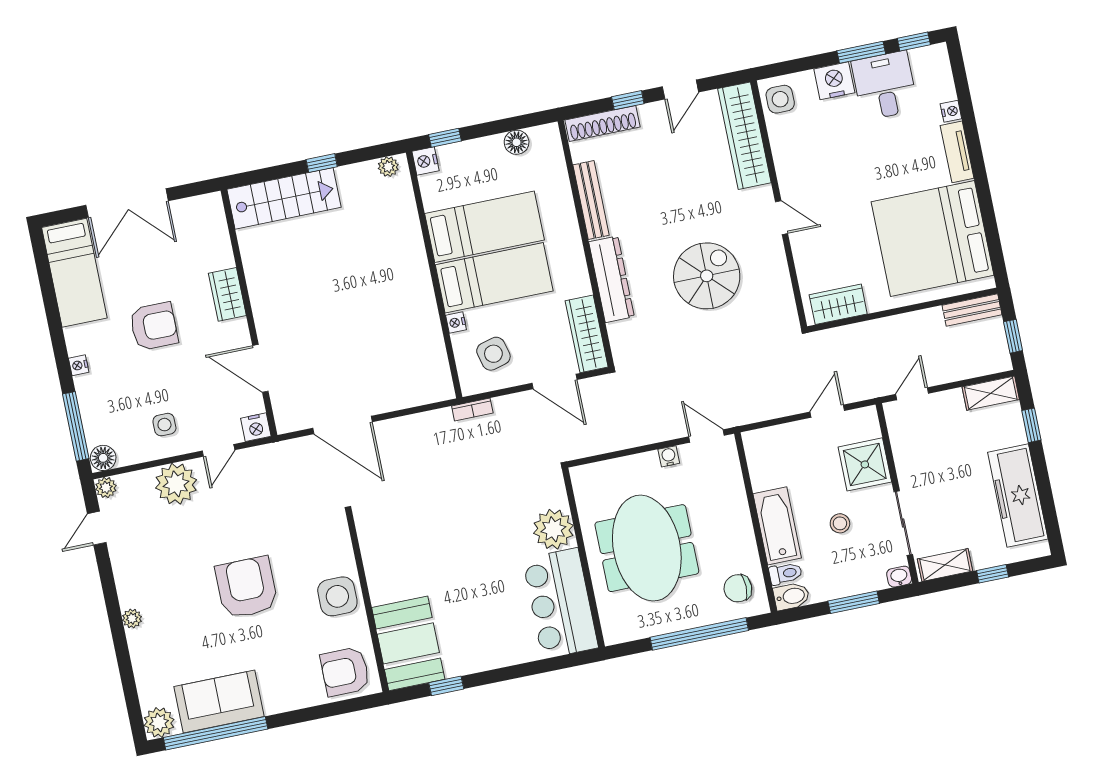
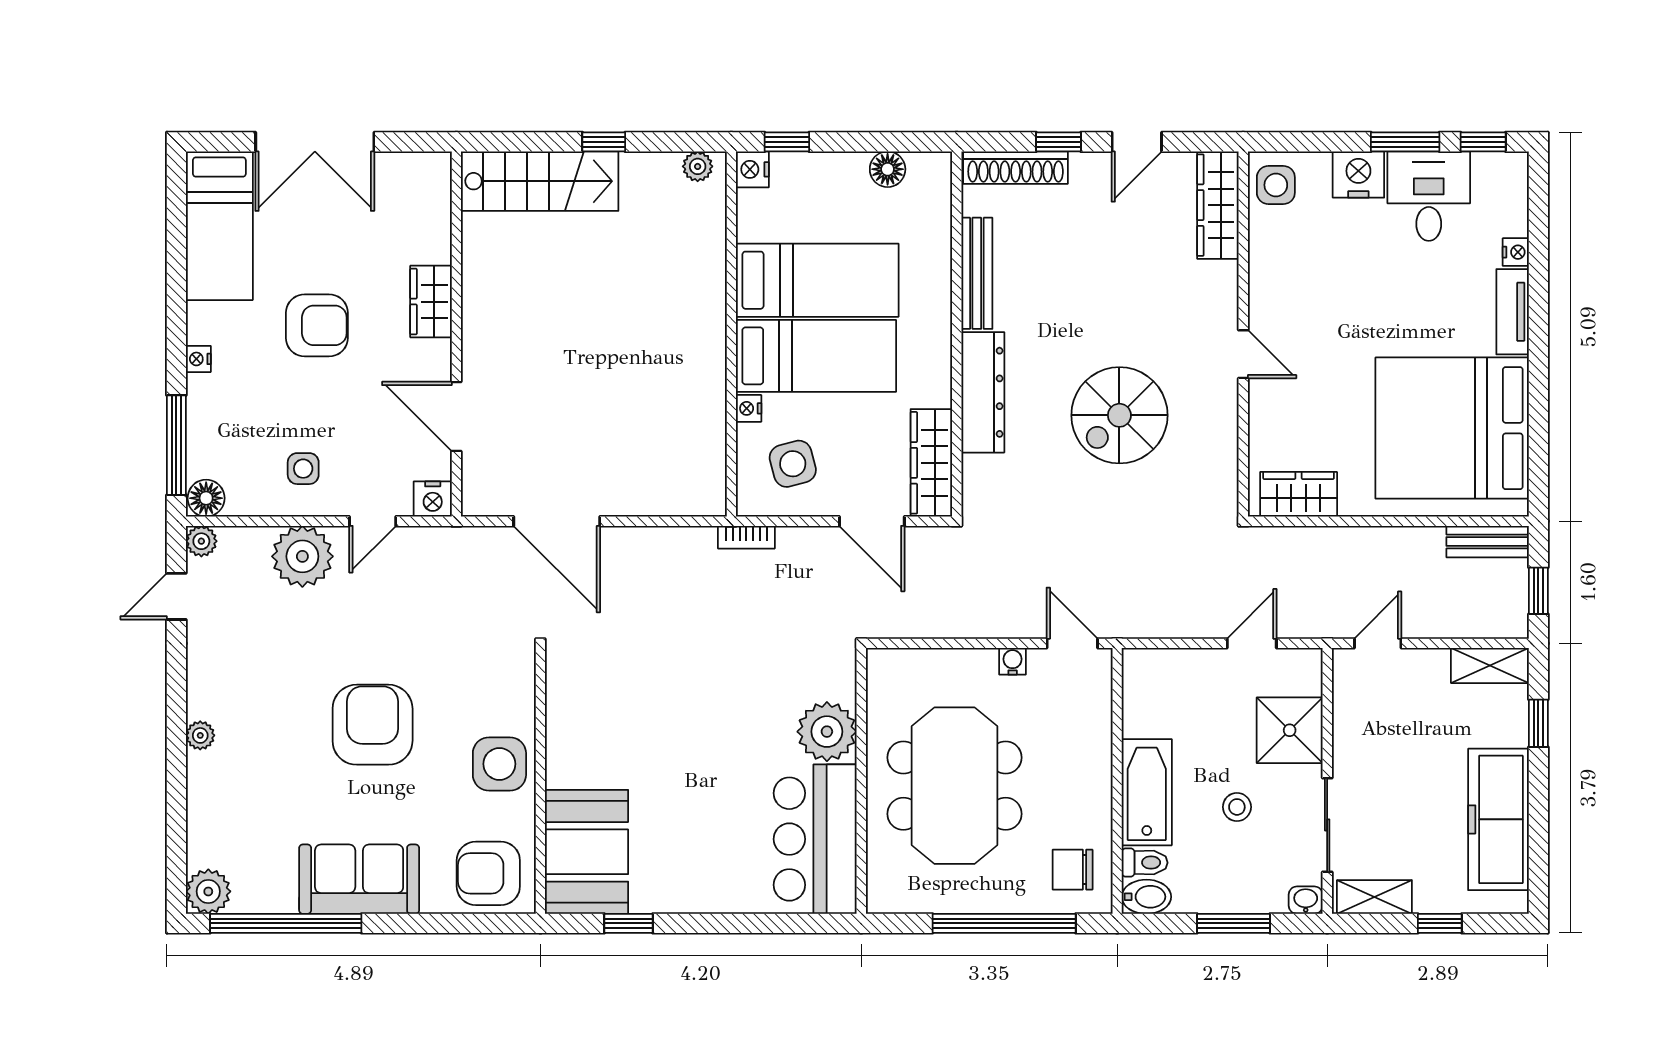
wardrobe: (744, 136) -> (1218, 205), width x0.71, depth x0.85
spiral stairs: (707, 276) -> (1119, 415), turned 180
sofa: (219, 702) -> (359, 879), moved

